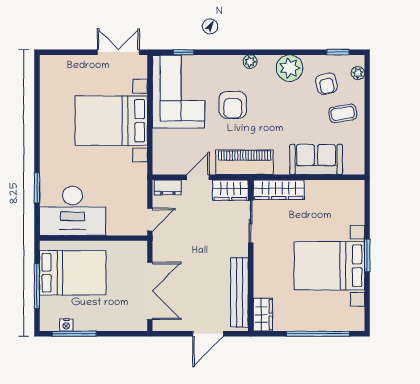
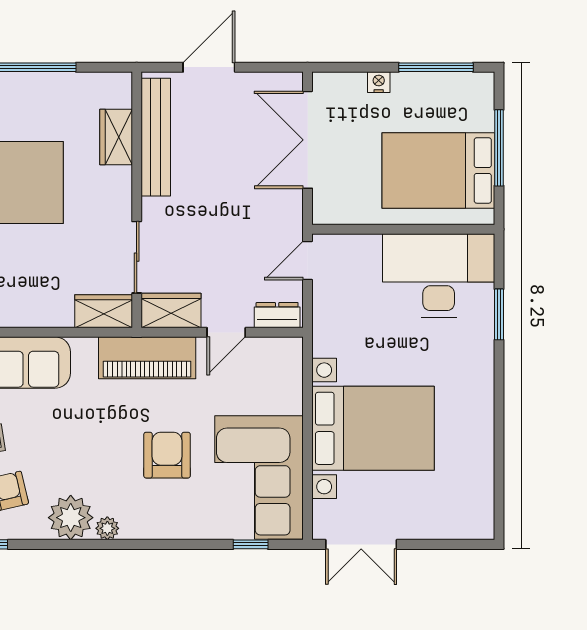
plant: (250, 62) -> (107, 528), moved
wardrobe: (279, 190) -> (104, 311), width x0.67
wardrobe: (263, 315) -> (116, 137), moved
nightstand: (66, 325) -> (379, 82), moved

